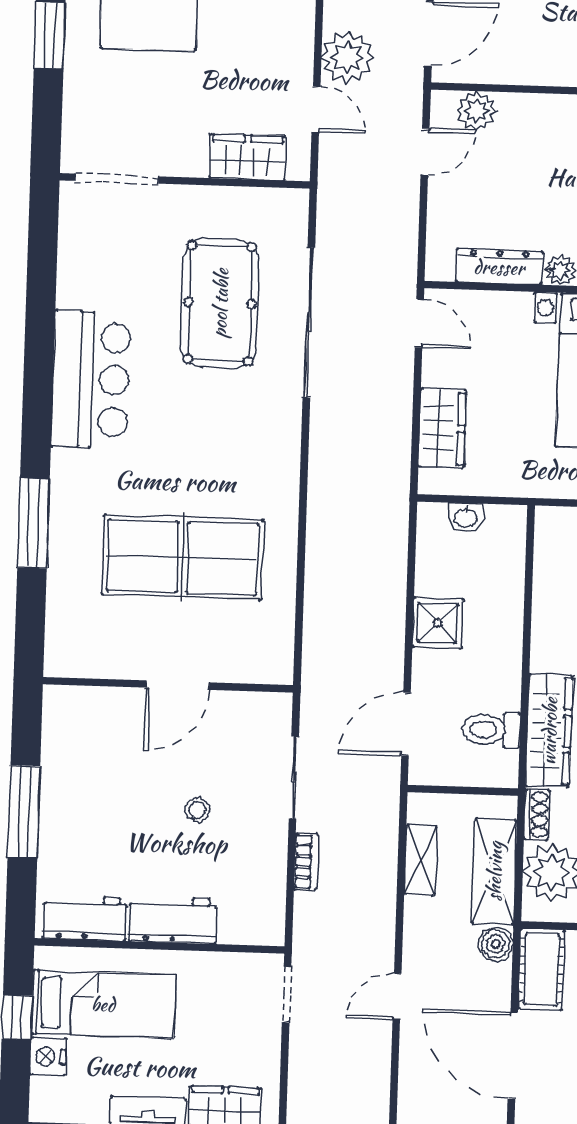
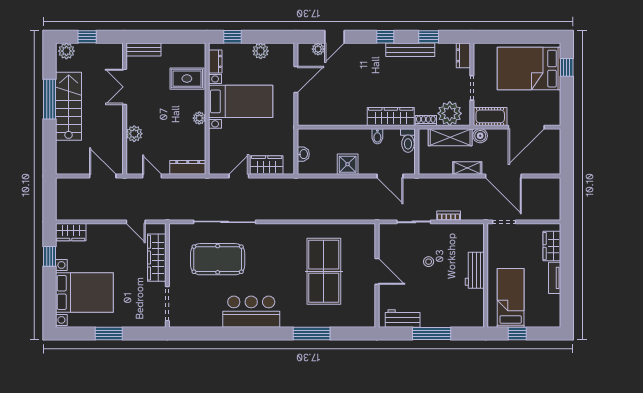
plant: (348, 57) -> (114, 209), removed
door: (316, 109) -> (136, 222), swing flipped
plant: (477, 111) -> (134, 134), moved
wardrobe: (247, 157) -> (157, 258), width x1.50
dresser: (499, 267) -> (188, 167), moved, turned 90
door: (419, 323) -> (239, 176), moved
bidet: (502, 697) -> (377, 136), added
toilet: (491, 730) -> (408, 141), moved
shelving: (421, 860) -> (467, 168), moved
workbench: (85, 918) -> (403, 319), moved, turned 90
door: (397, 997) -> (503, 176), width x1.87
nightstand: (48, 1056) -> (533, 320), removed

